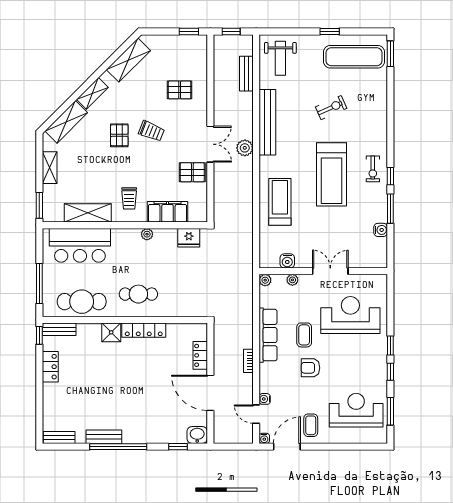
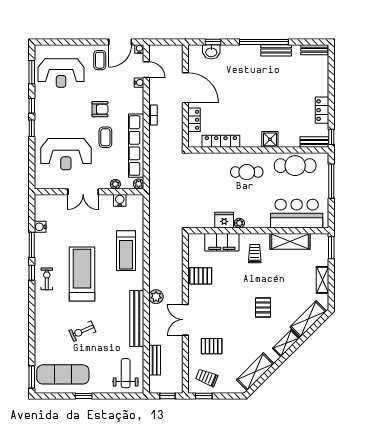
trolley: (152, 131) -> (207, 378), moved
double door: (210, 144) -> (185, 320), moved
fridge: (189, 238) -> (224, 220), moved
locker: (144, 330) -> (221, 141), moved
row of seats: (268, 335) -> (136, 146), width x1.36
washbasin: (197, 435) -> (211, 52), moved

